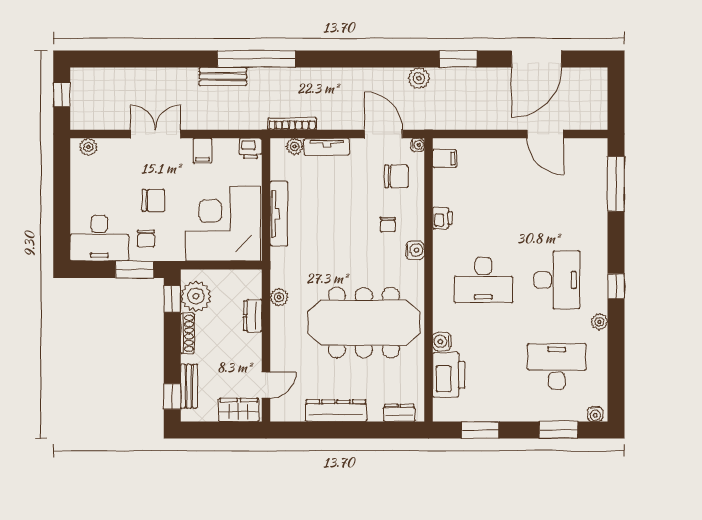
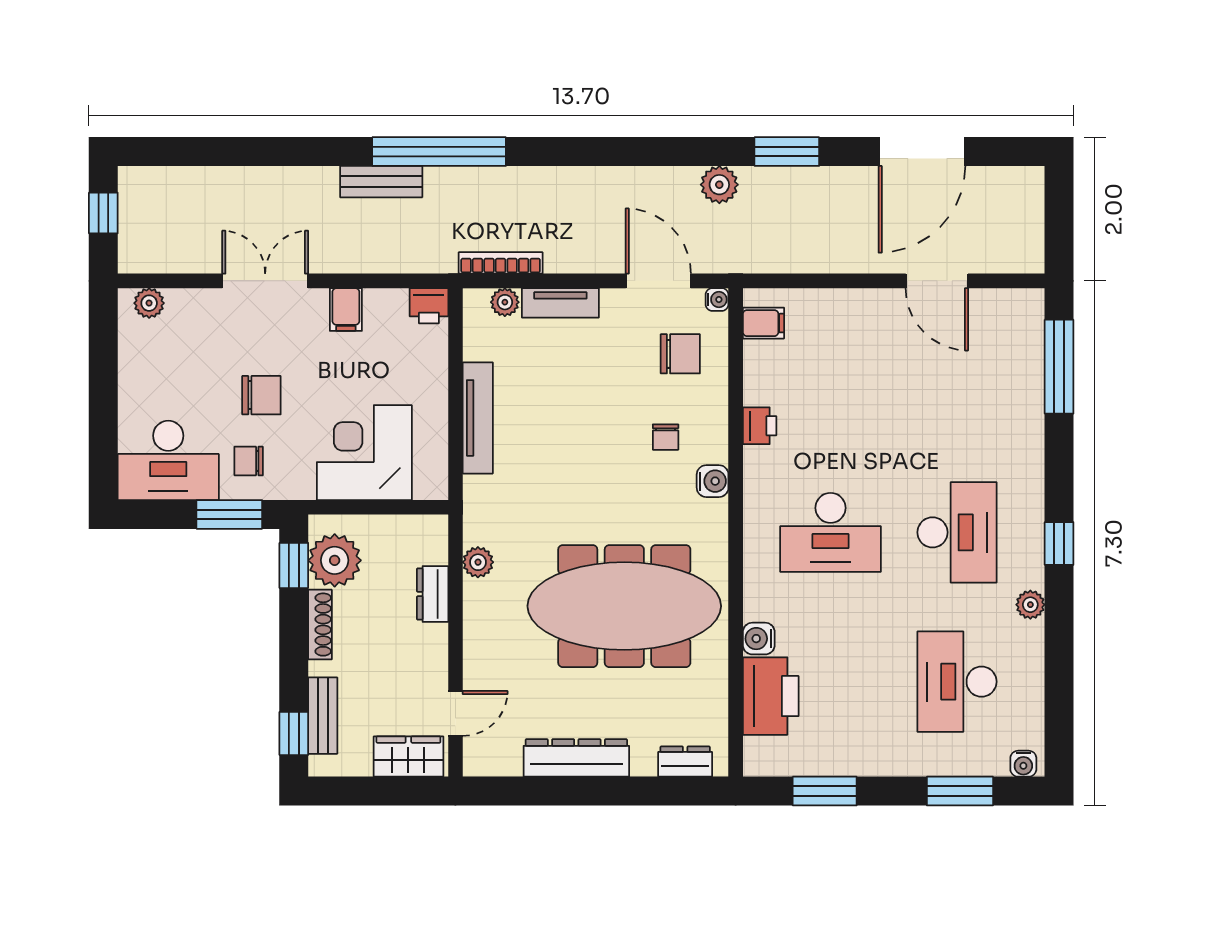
corner desk: (223, 224) -> (364, 453), width x0.74, depth x0.74
chair: (146, 239) -> (249, 461), turned 90
desk: (557, 366) -> (957, 682), turned -90

